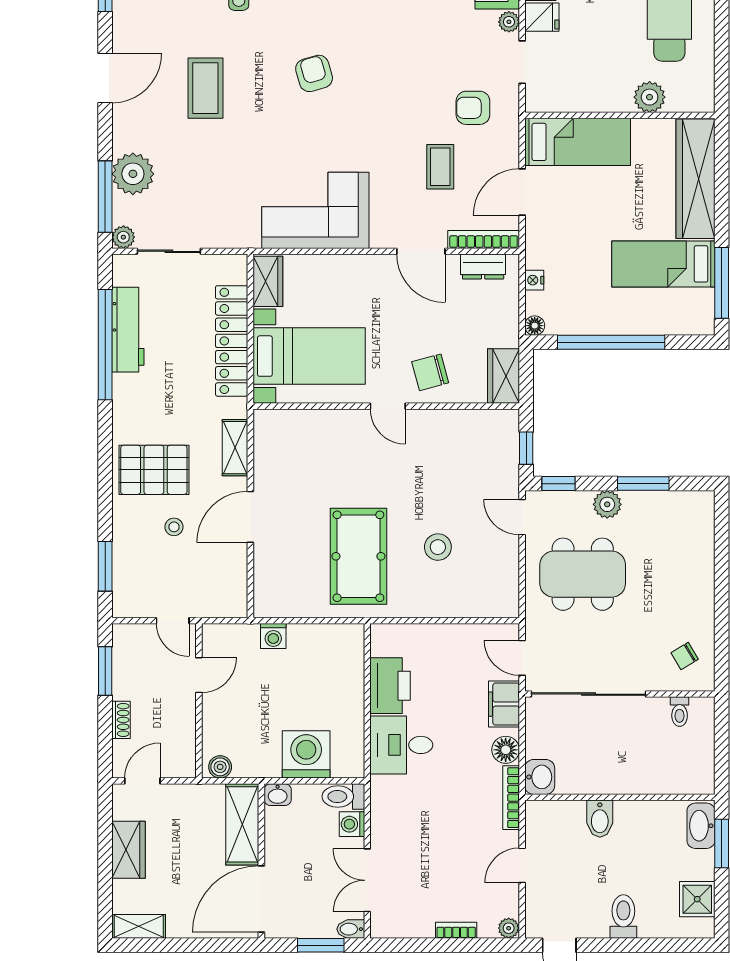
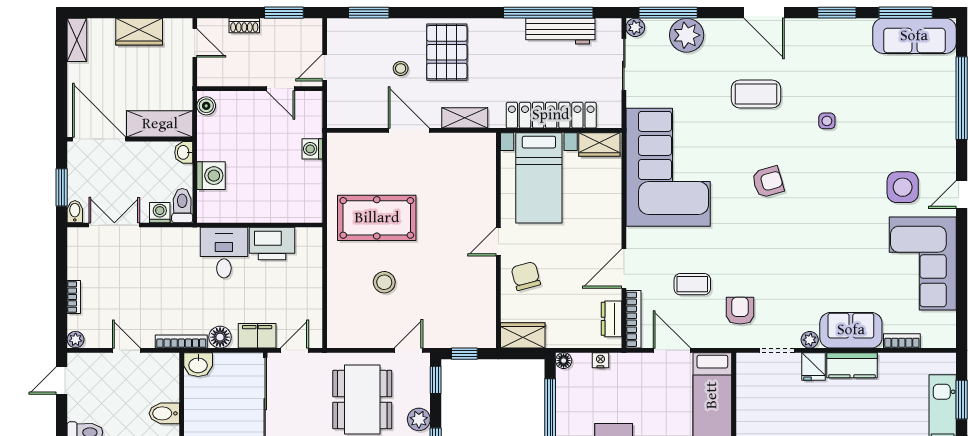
corner sofa: (315, 210) -> (668, 167), width x1.36, depth x1.36
washing machine: (306, 754) -> (211, 176), width x0.73, depth x0.73

